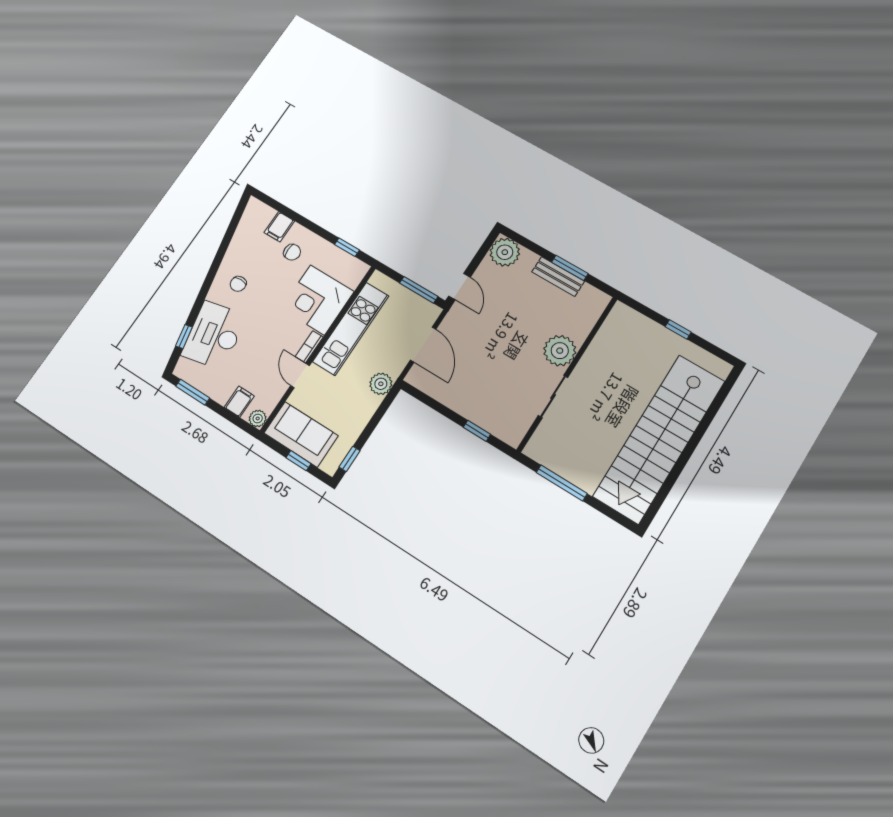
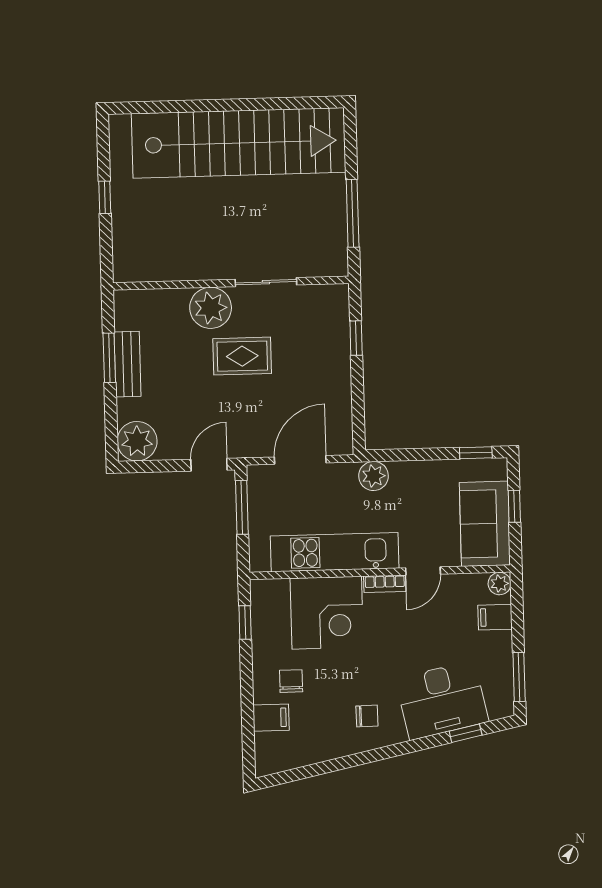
rug: (515, 351) -> (242, 356), added

